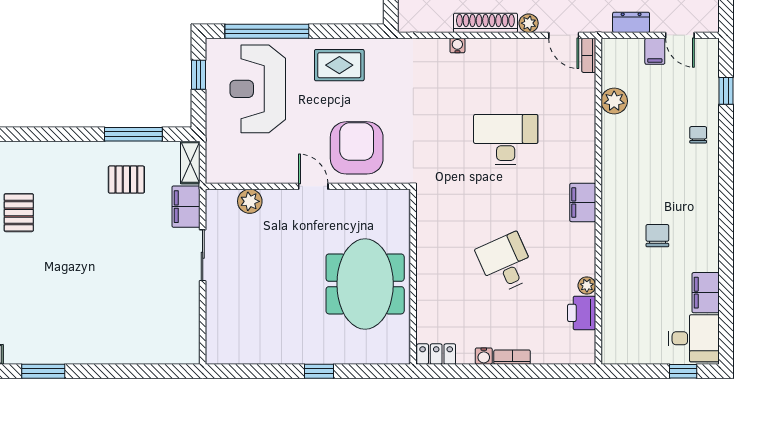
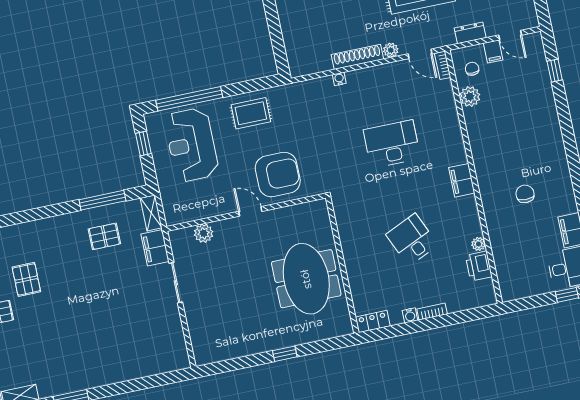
chair: (698, 135) -> (472, 69), moved
armchair: (357, 148) -> (278, 175), turned 90

